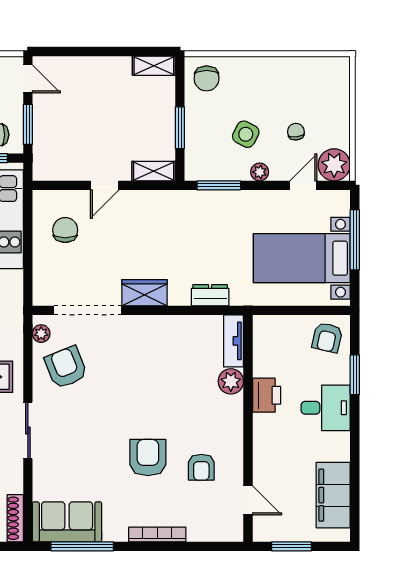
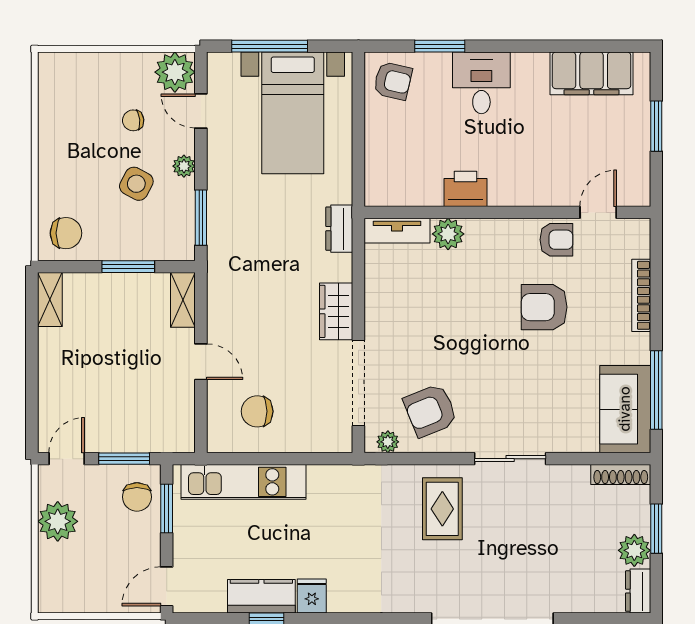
tv unit: (234, 341) -> (397, 231), moved
plant: (231, 381) -> (448, 234), moved
printer: (267, 395) -> (466, 189), moved
wall: (248, 428) -> (507, 212), moved
door: (248, 500) -> (598, 212), moved

